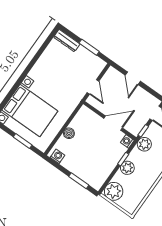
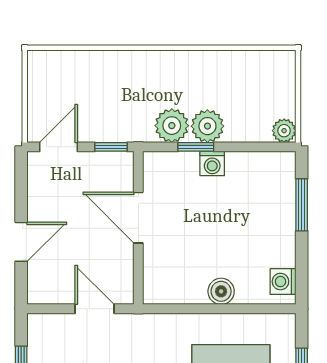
door: (93, 87) -> (95, 309), hinge flipped
washing machine: (127, 141) -> (212, 163), moved
plant: (144, 144) -> (172, 126), moved
plant: (114, 191) -> (284, 131), width x0.53, depth x0.53

